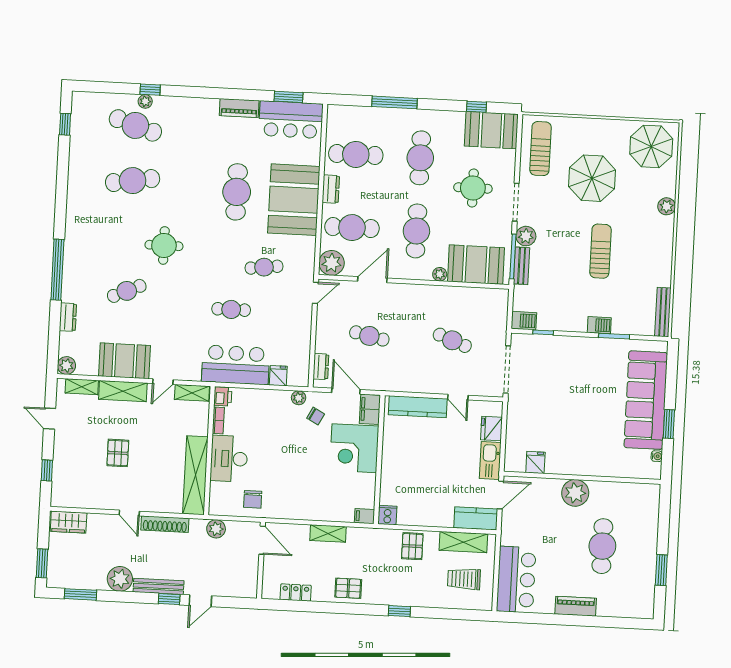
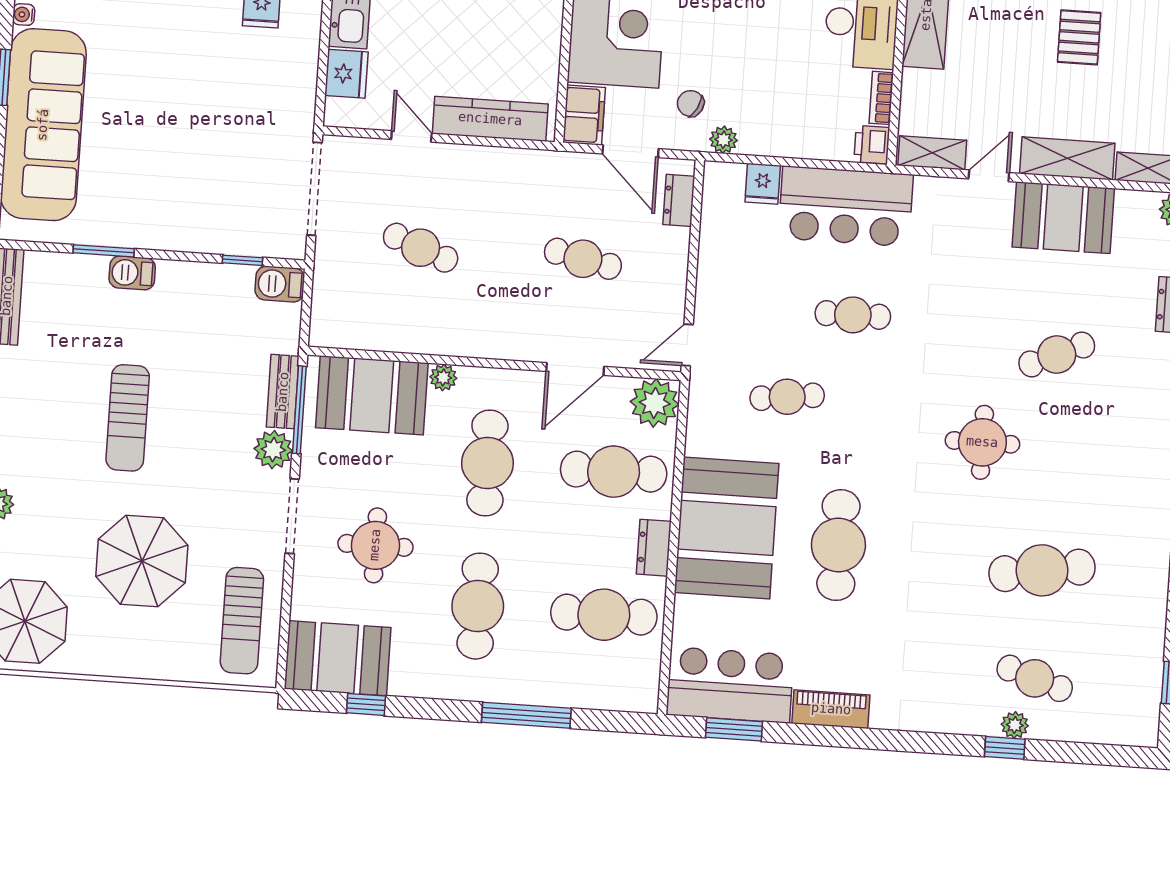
cafe table: (135, 125) -> (1035, 678), width x0.73, depth x0.74

